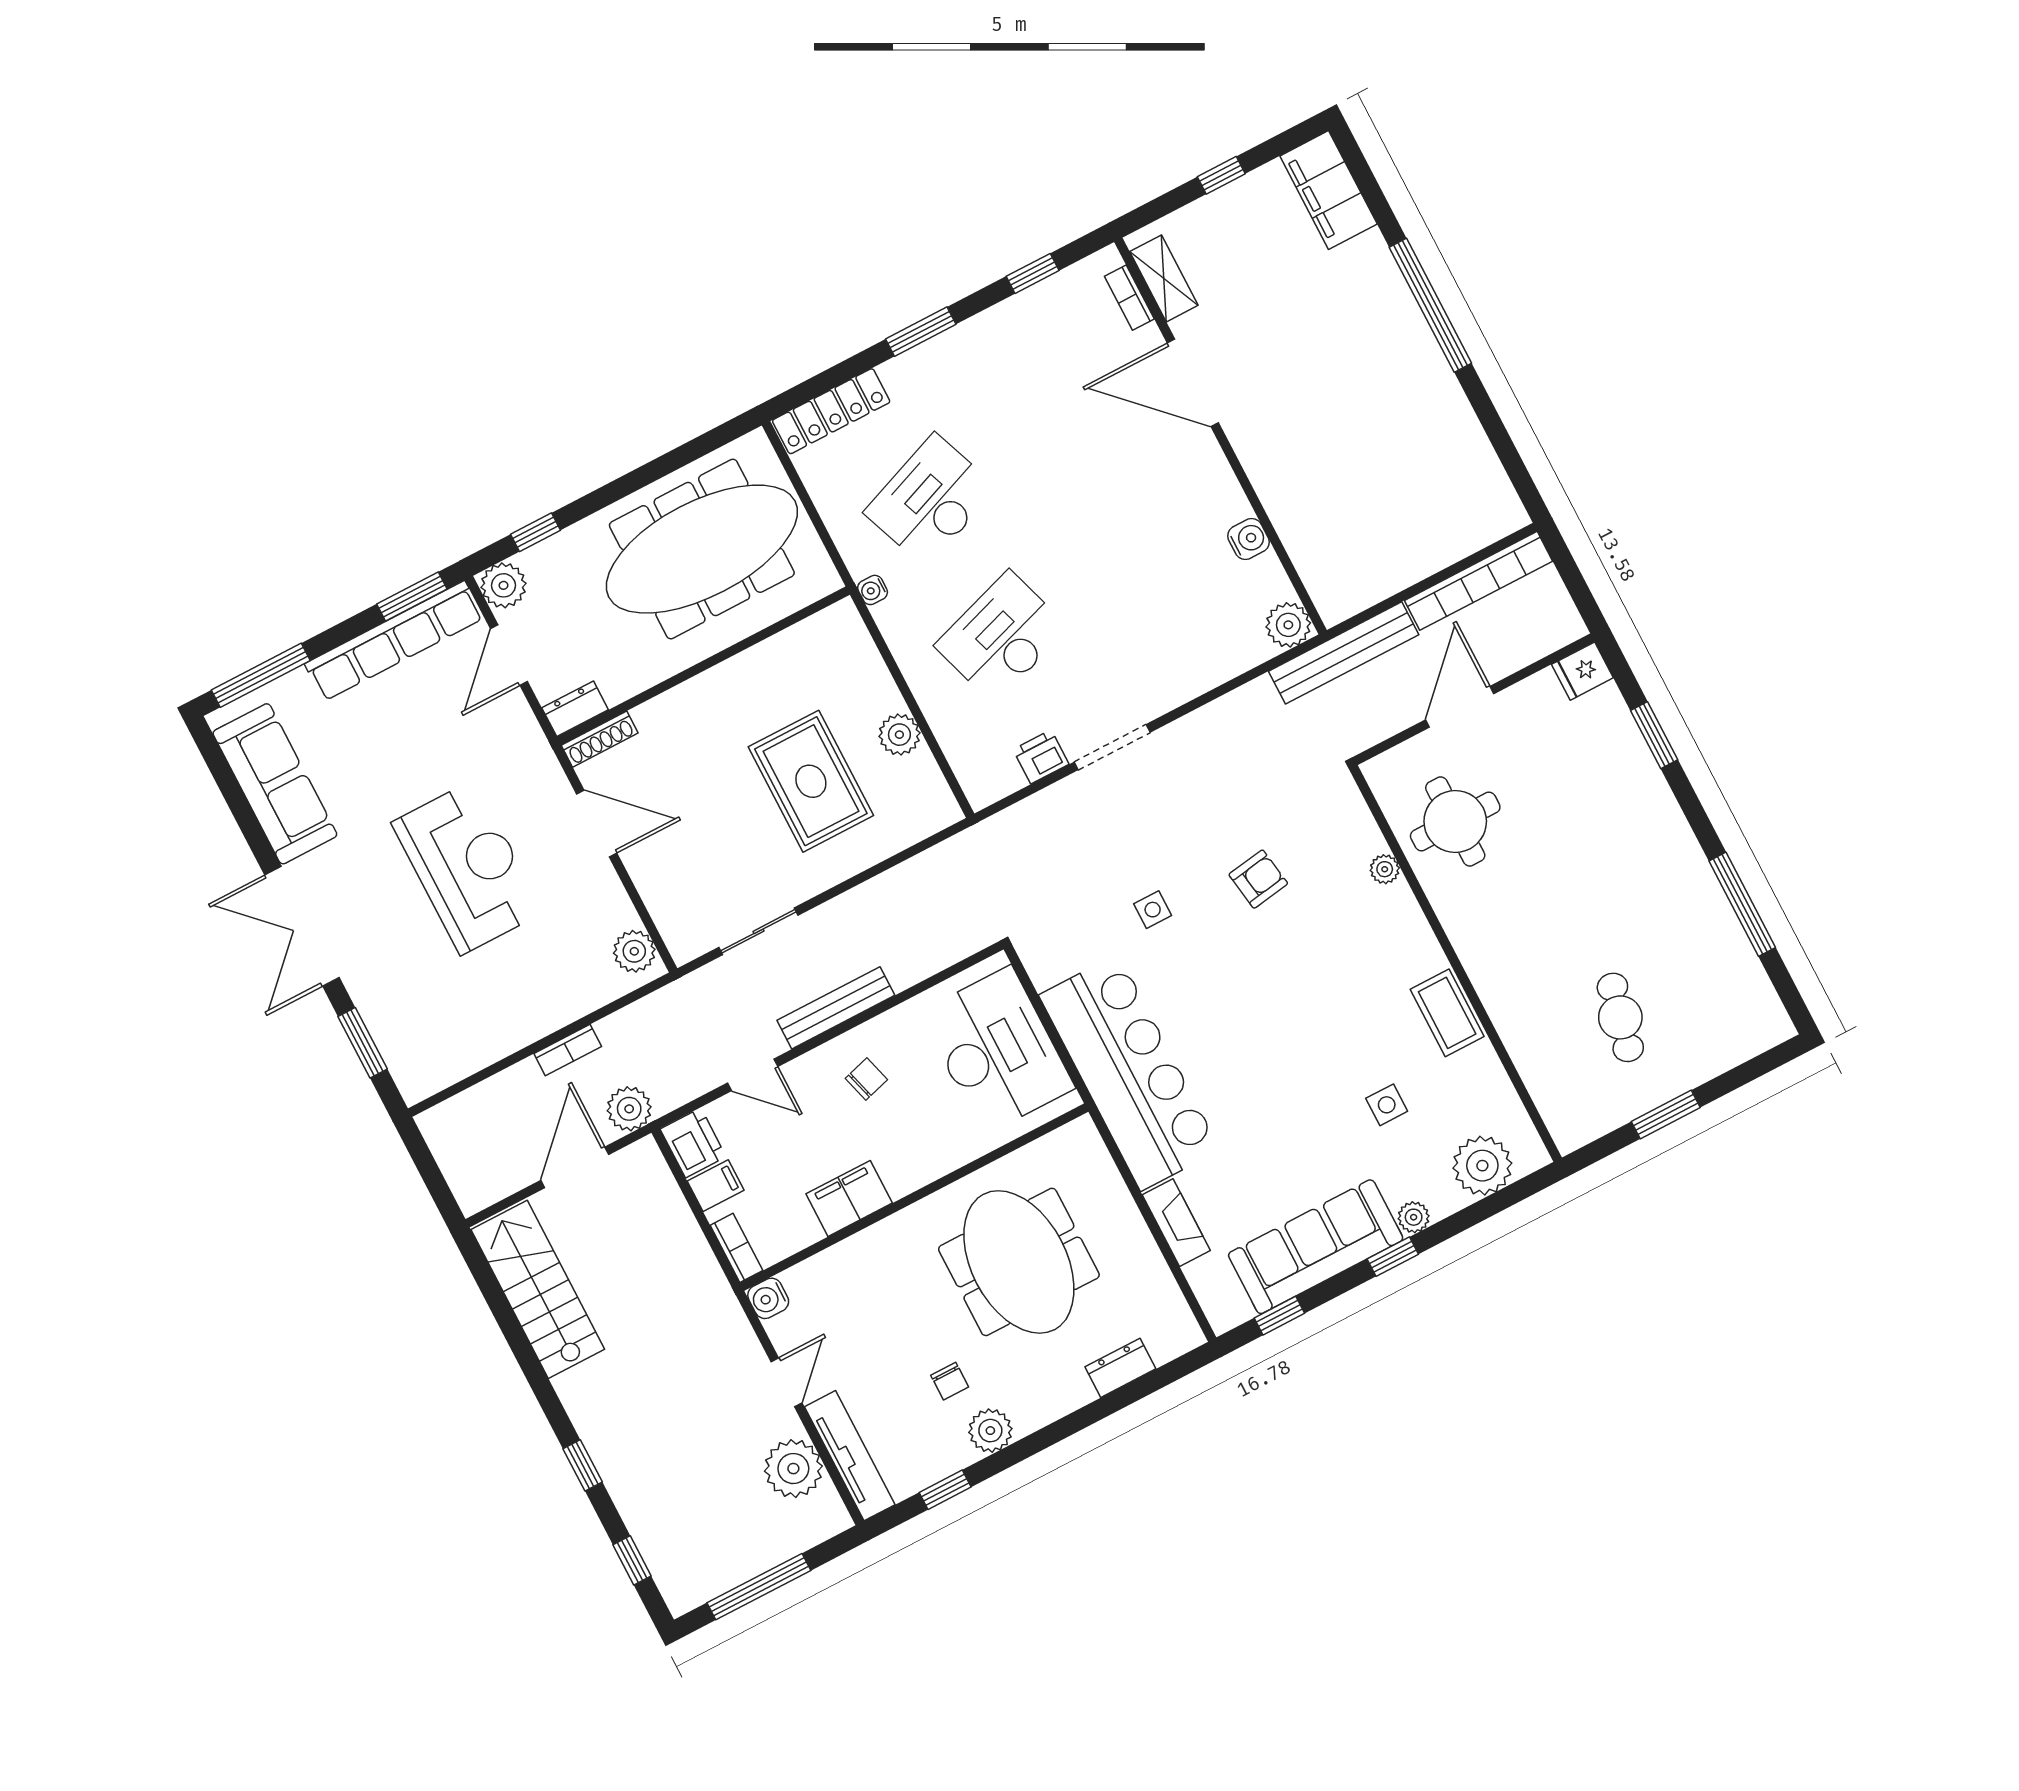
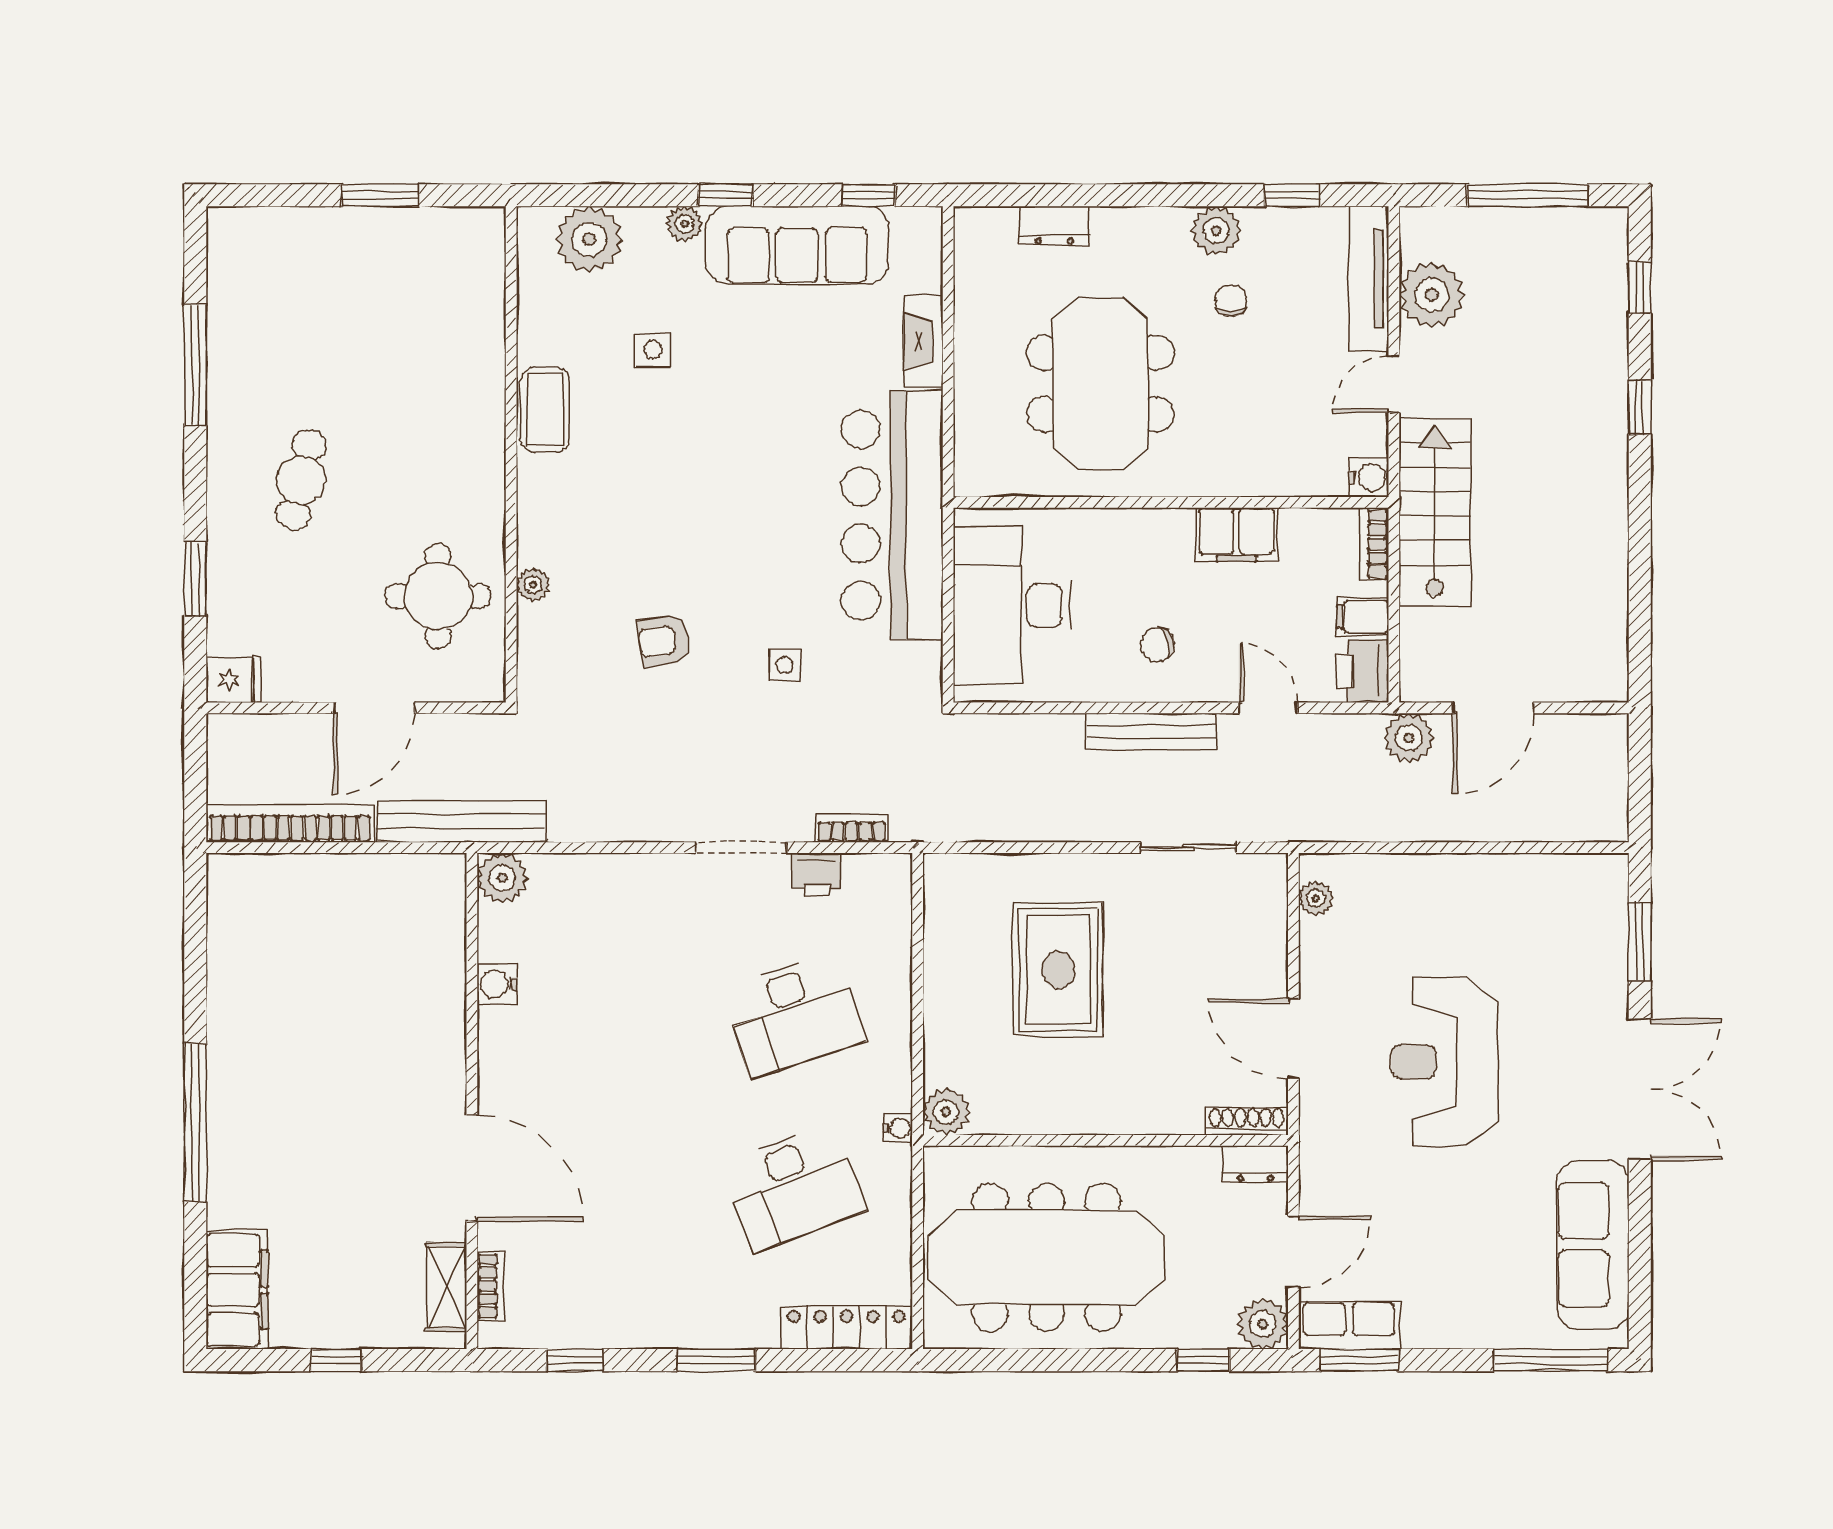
row of seats: (394, 641) -> (1349, 1325), width x0.50
plant: (899, 735) -> (946, 1112), moved
plant: (634, 951) -> (1316, 898), width x0.73, depth x0.73
cafe table: (1620, 1017) -> (301, 480), moved
bookcase: (568, 1050) -> (851, 828), moved
stairs: (538, 1289) -> (1435, 512), moved, turned 180

